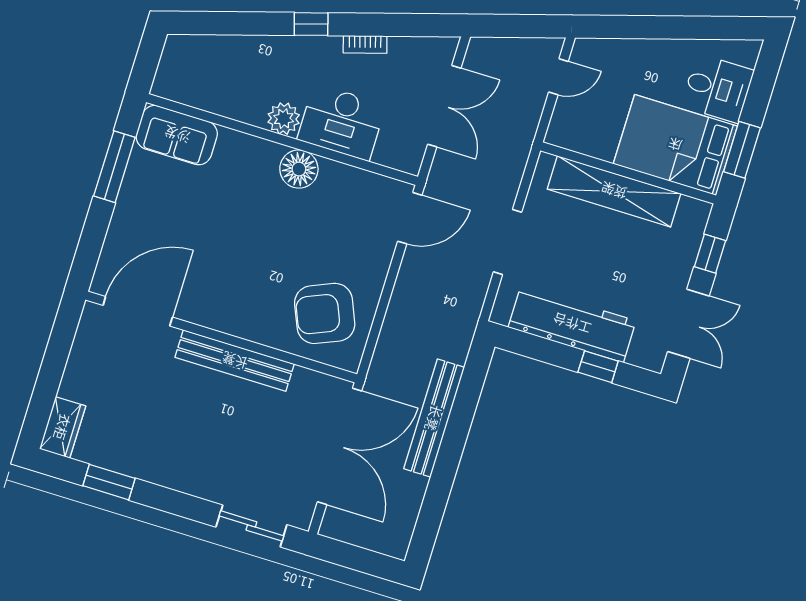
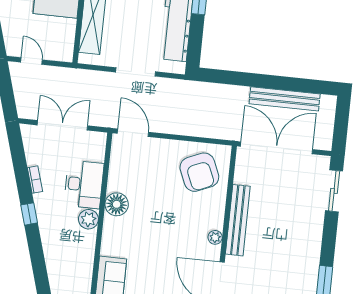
plant: (214, 318) -> (215, 237), added
bench: (434, 418) -> (285, 99), moved

